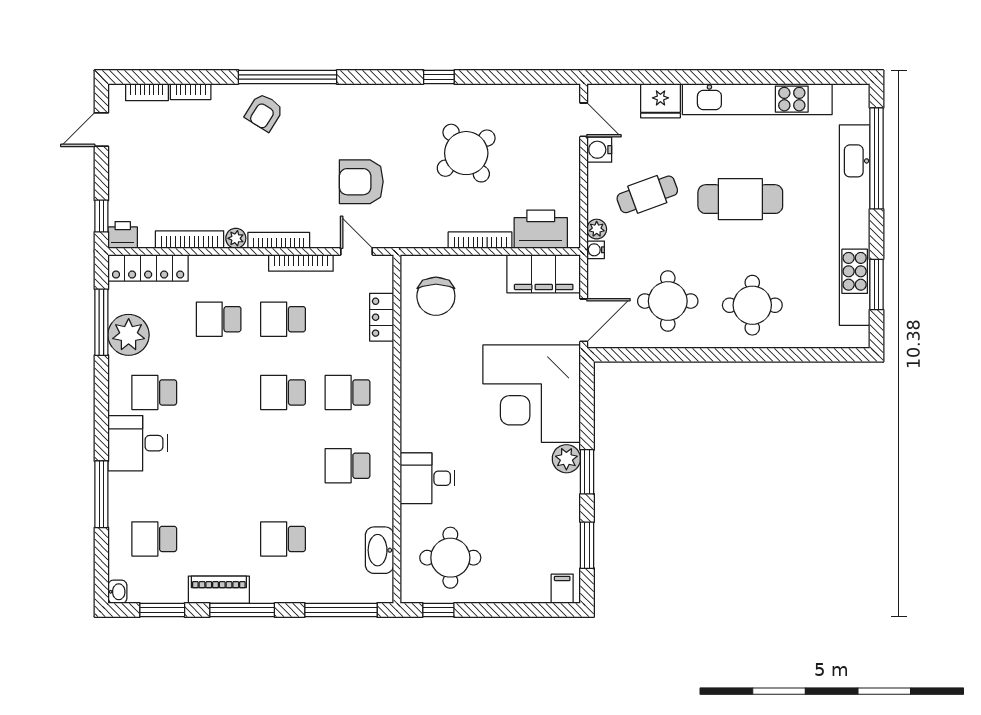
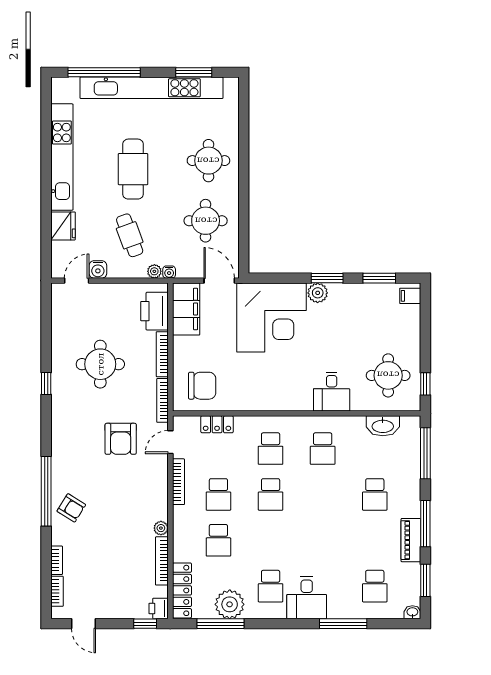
round table: (466, 153) -> (100, 364), turned 36
bookcase: (279, 240) -> (162, 400), moved

